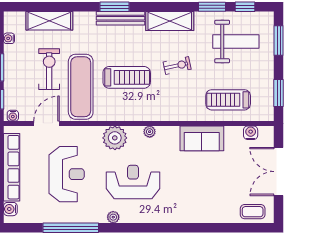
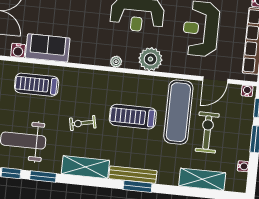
exercise bike: (49, 69) -> (207, 132), turned 180
treadmill: (228, 100) -> (37, 85), turned 180
sofa: (202, 138) -> (48, 48), moved

